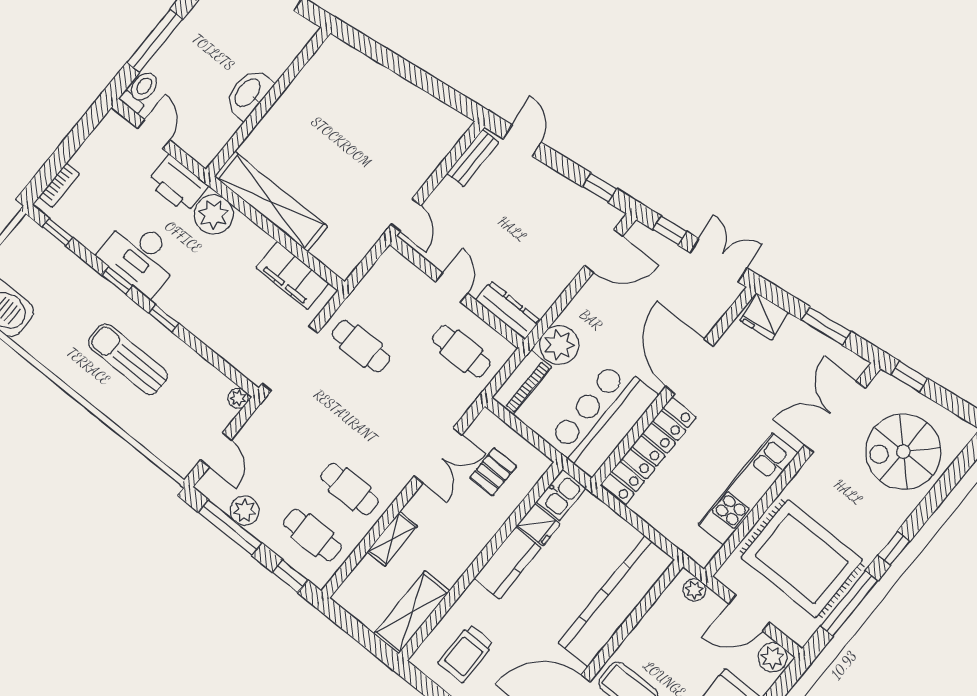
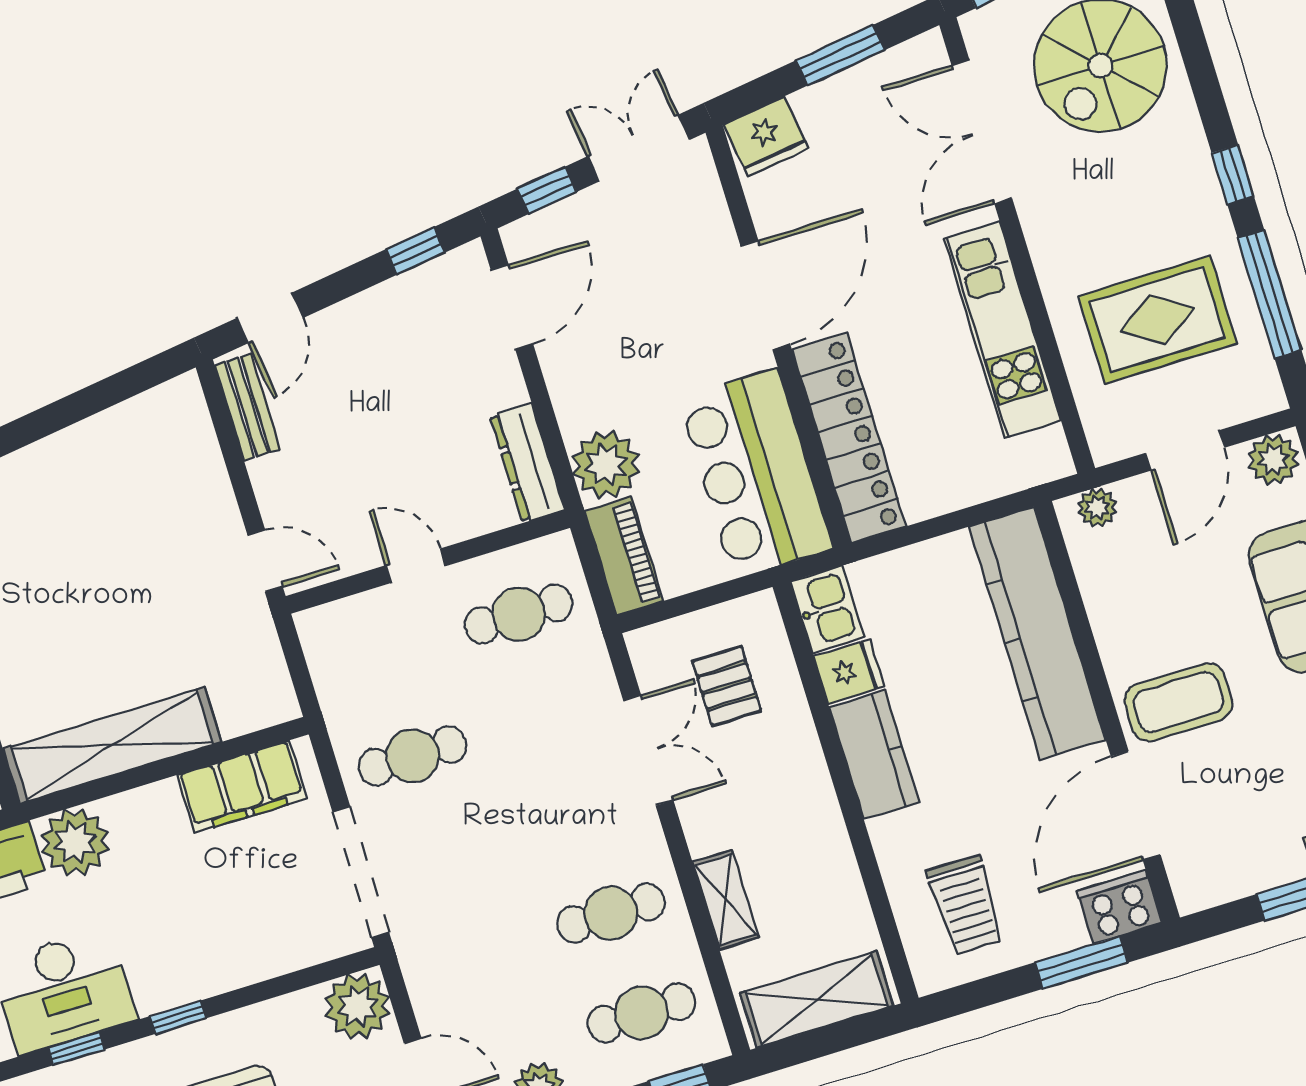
door: (522, 141) -> (270, 318), swing flipped
dresser: (508, 310) -> (527, 463), moved, turned -90
door: (689, 366) -> (765, 295), swing flipped
plant: (238, 398) -> (358, 1006), width x1.88, depth x1.88
rug: (802, 559) -> (1157, 320), width x0.73, depth x0.69
shelving: (412, 612) -> (817, 999), moved, turned 90

